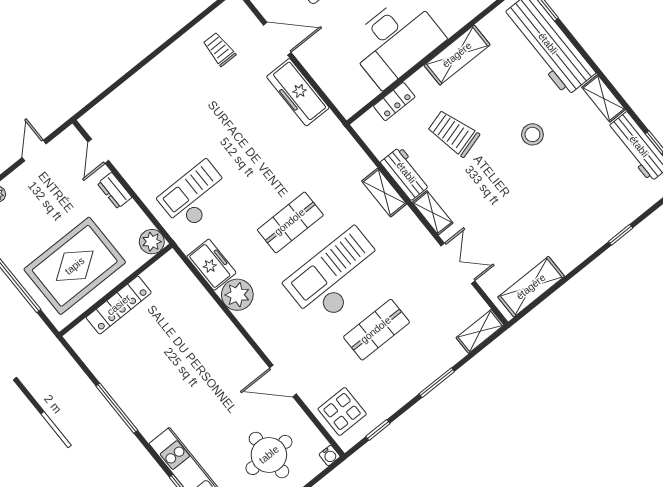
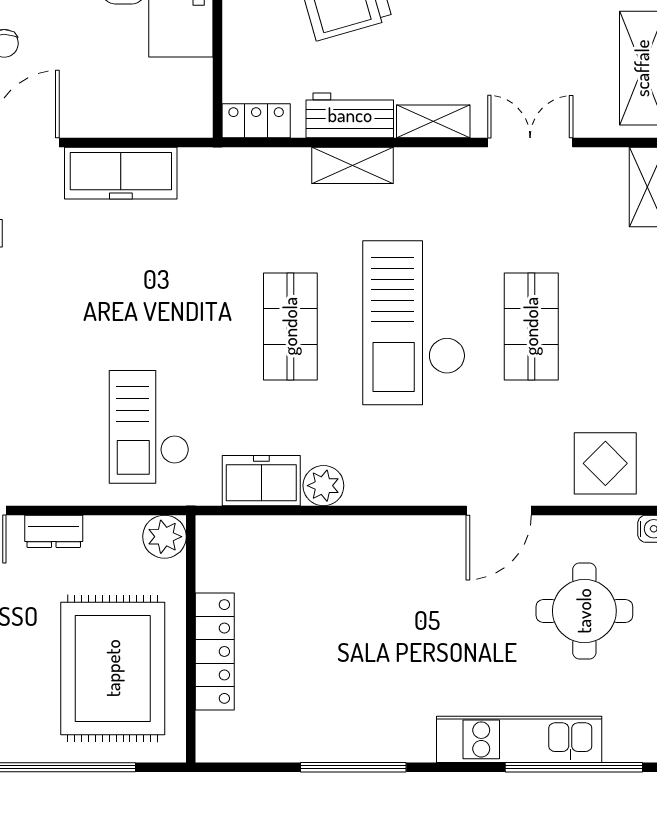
locker: (394, 102) -> (256, 121), moved, turned -90
plant: (237, 295) -> (323, 486), width x0.73, depth x0.73

